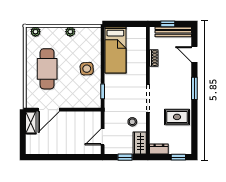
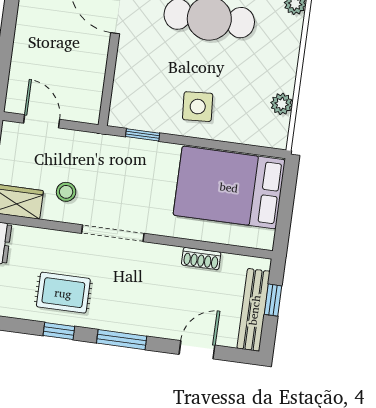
plant: (70, 32) -> (282, 104), moved
bed: (115, 50) -> (229, 187), width x1.50
rug: (177, 117) -> (63, 293), turned 90
window: (194, 117) -> (59, 331), added

